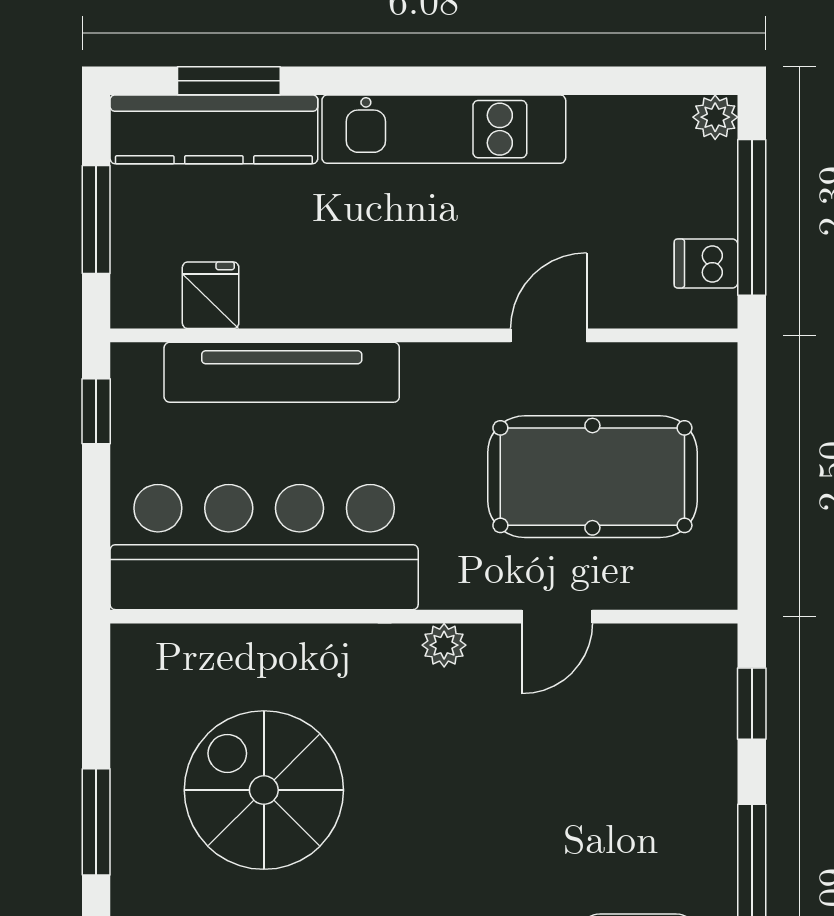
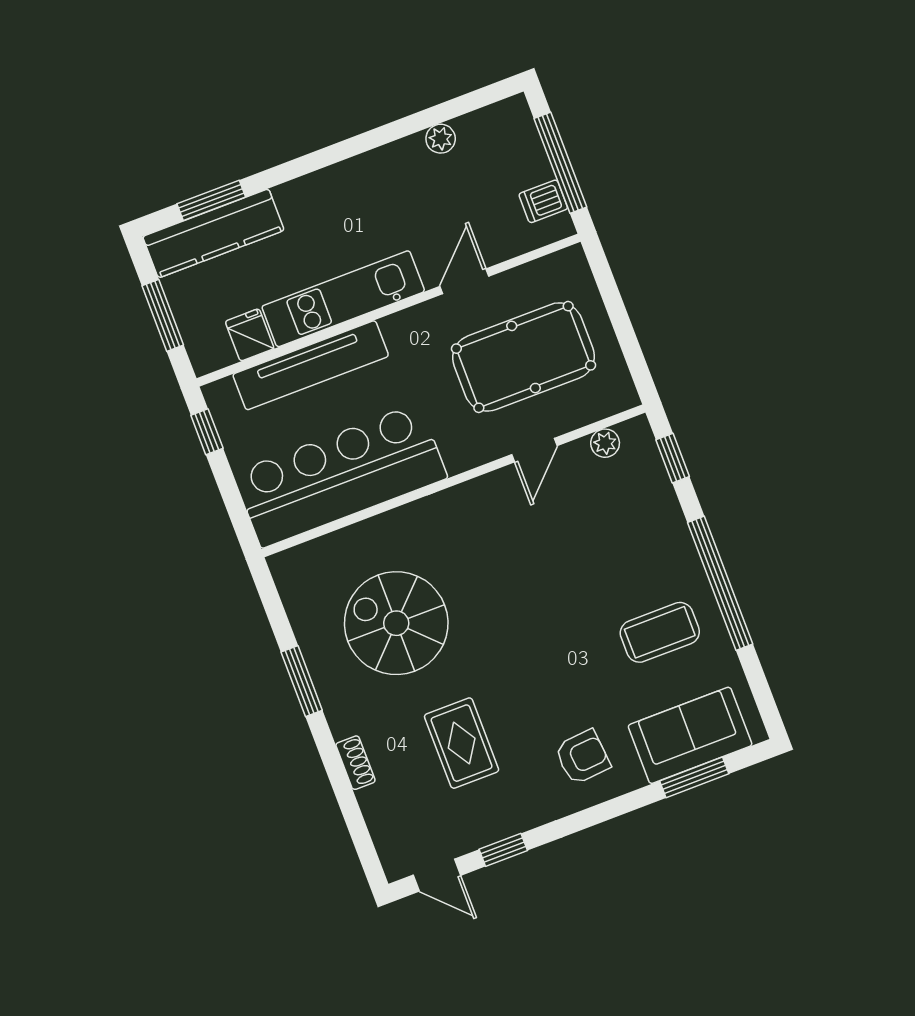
plant: (715, 117) -> (441, 139), moved
kitchen unit: (444, 129) -> (343, 299), moved, turned 180
plant: (444, 645) -> (605, 443), moved

